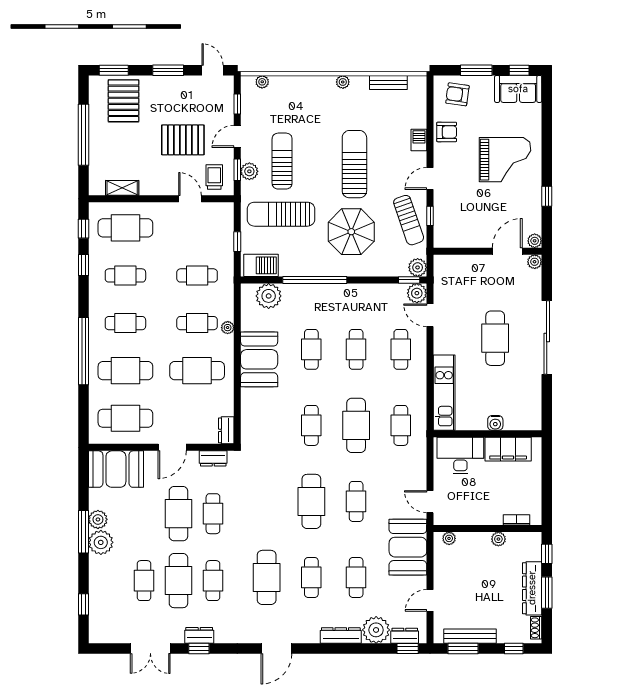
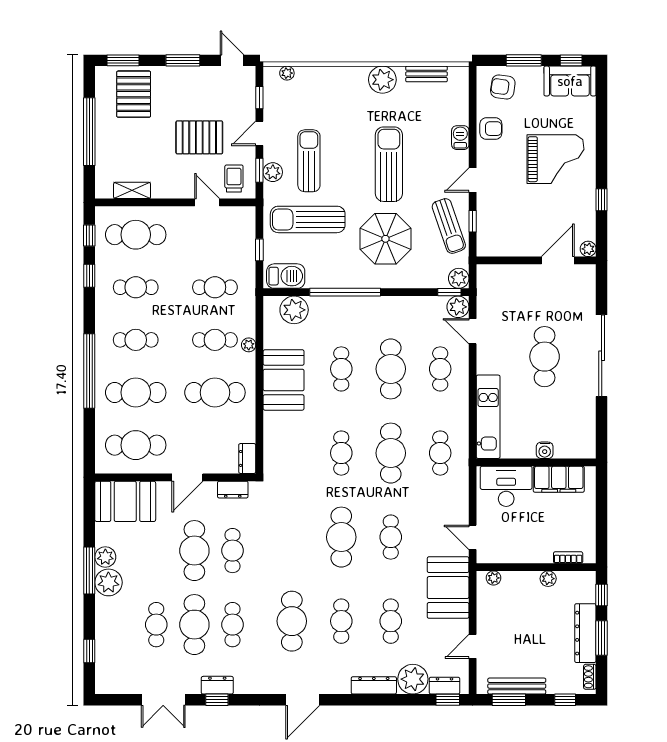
plant: (343, 82) -> (382, 80), width x1.88, depth x1.88
plant: (535, 262) -> (588, 272), removed
cafe table: (356, 349) -> (391, 369), width x1.37, depth x1.35

